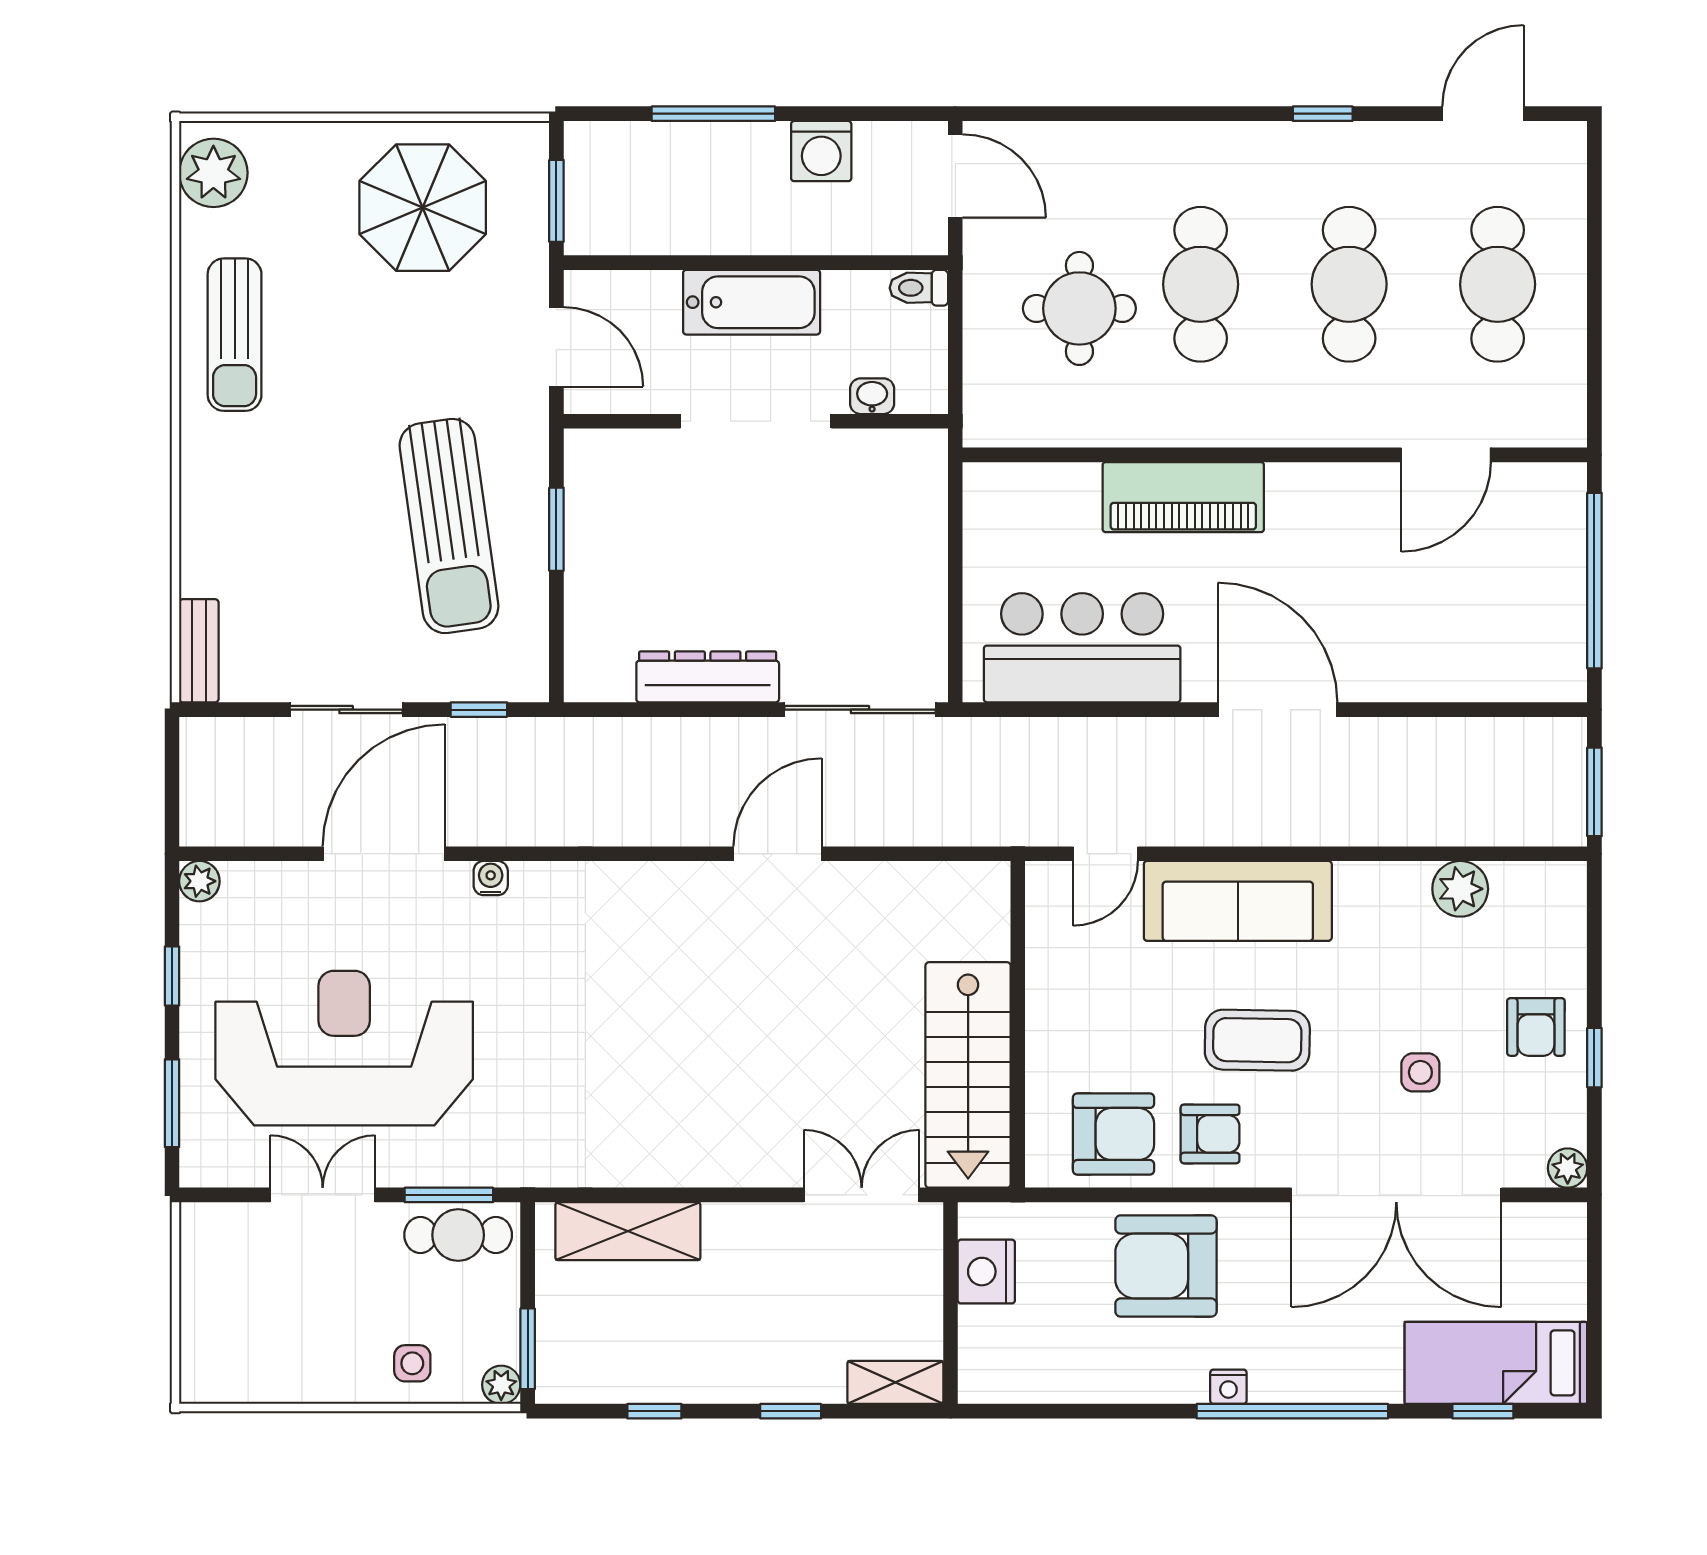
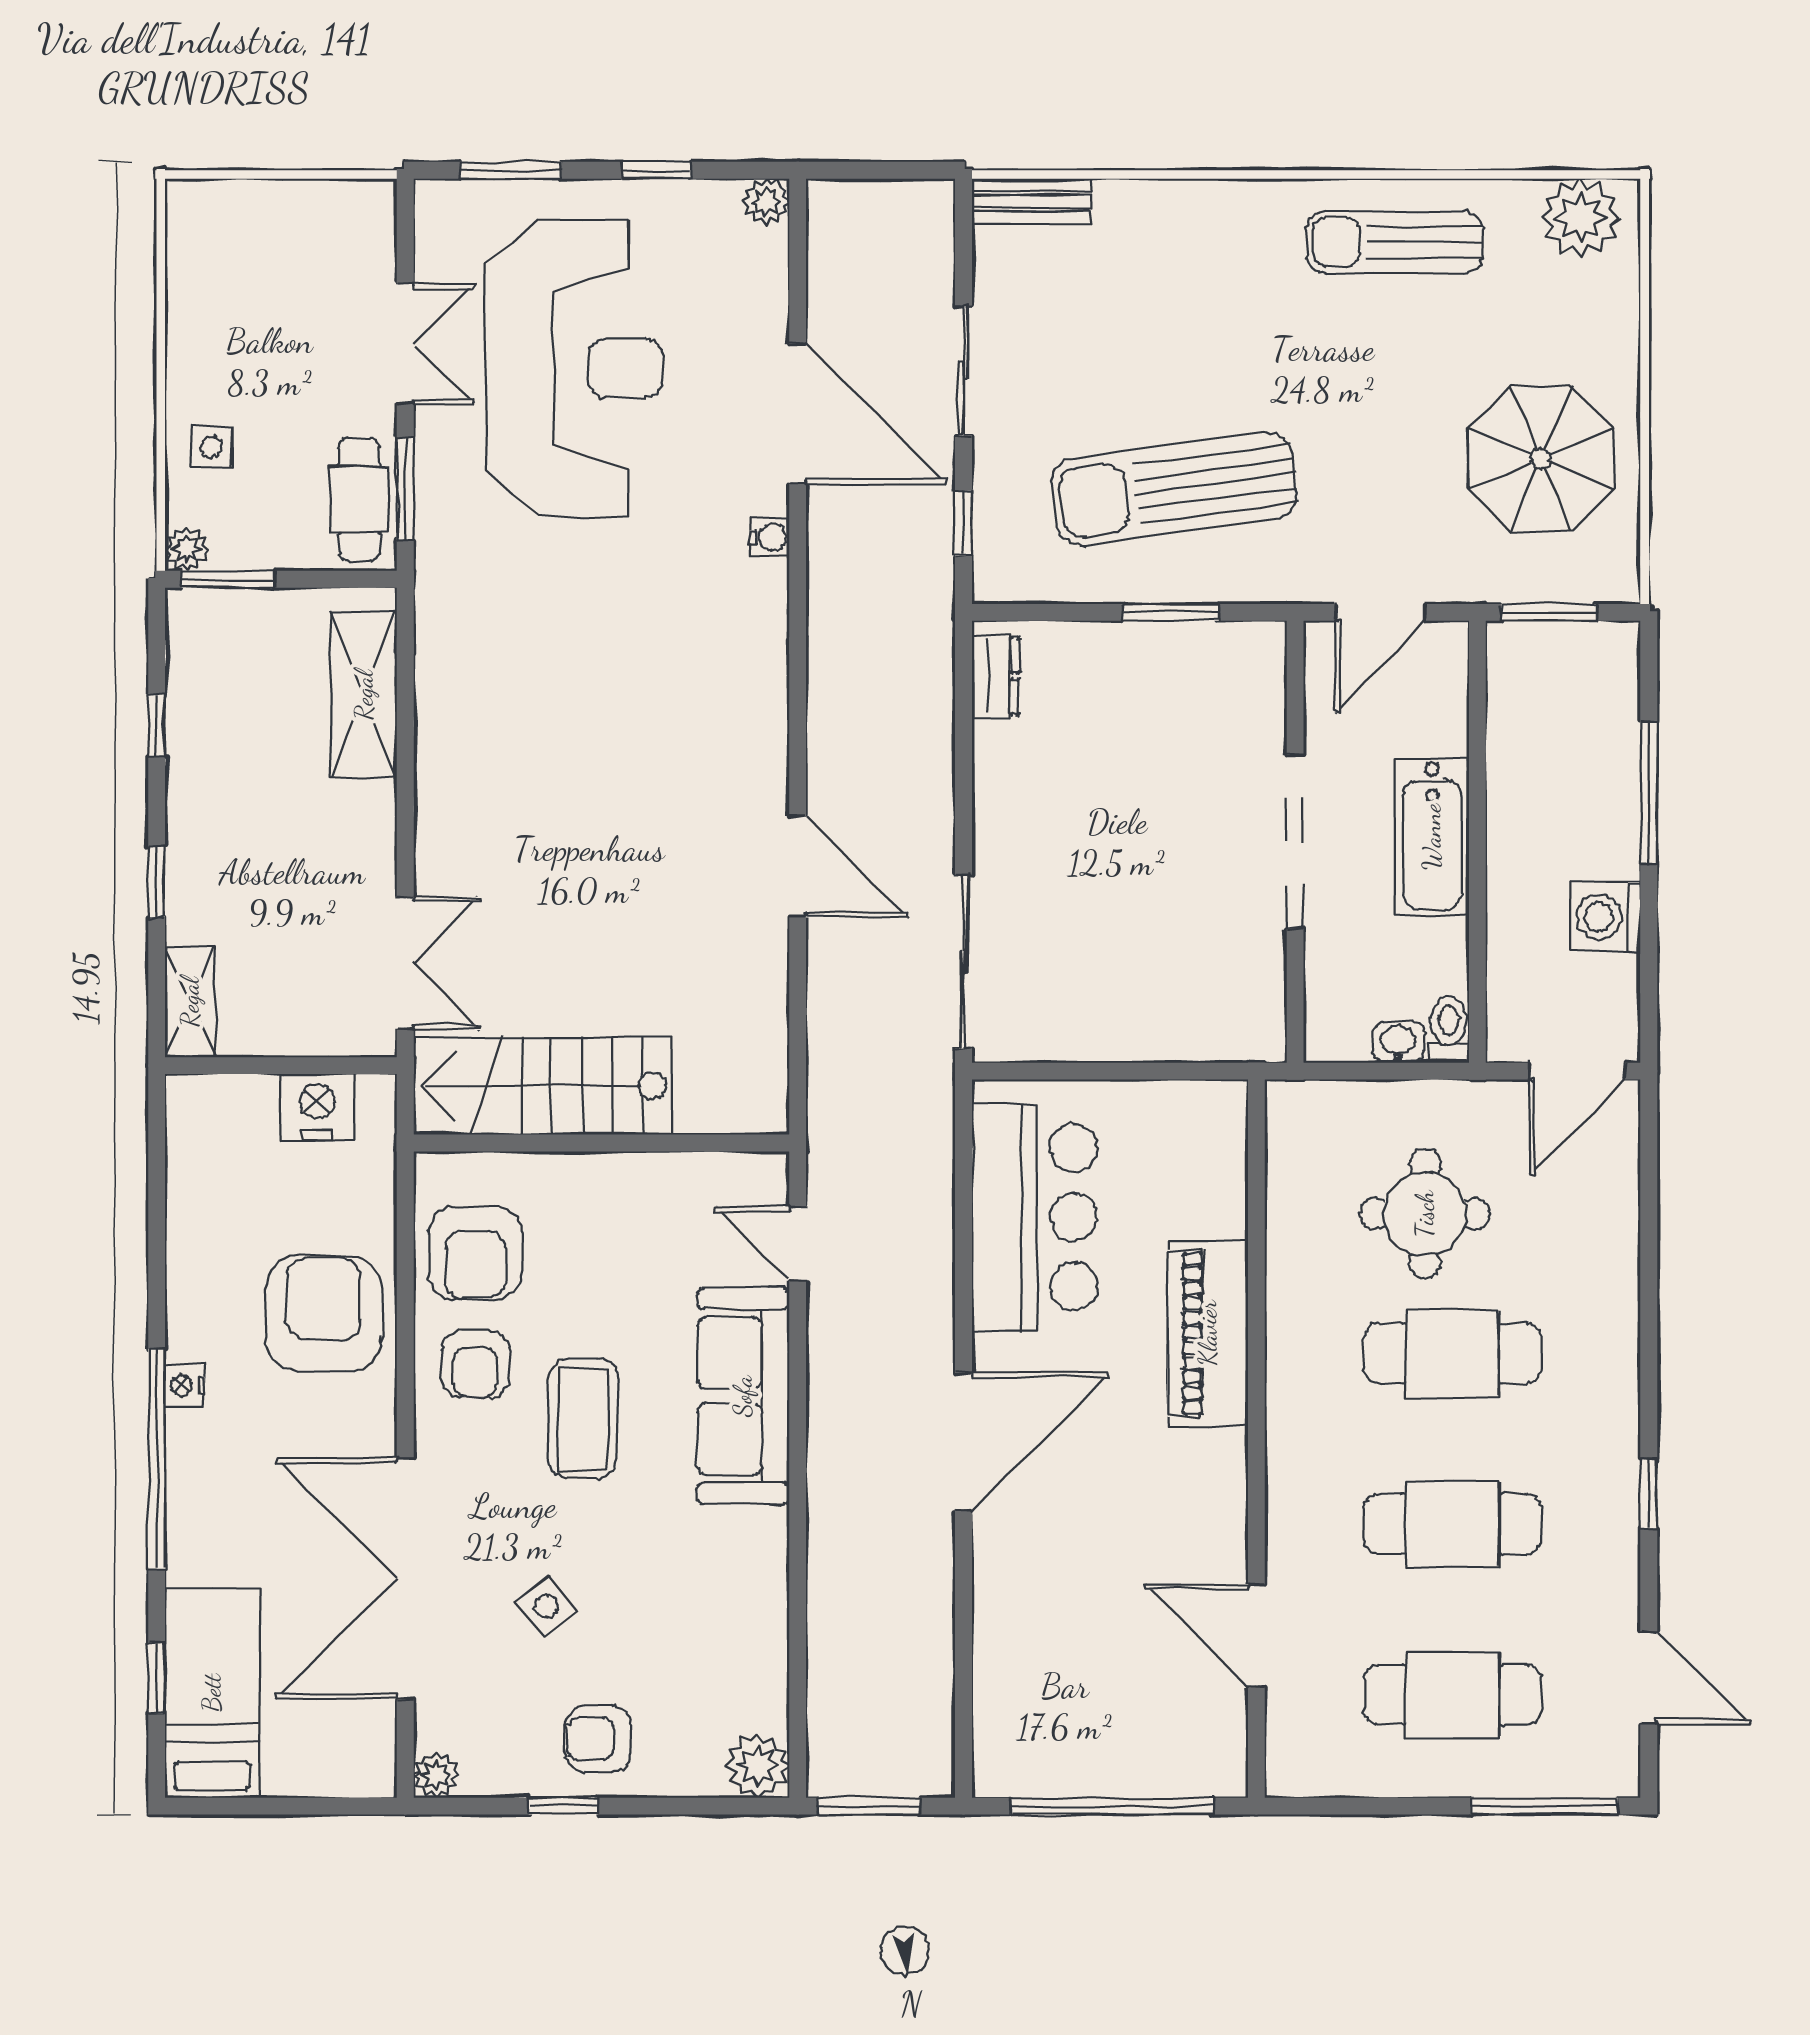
window: (1594, 205) -> (1544, 1806), added
washbasin: (872, 396) -> (1398, 1042), moved, turned -90
dresser: (708, 677) -> (995, 676), moved, width x0.51, depth x0.80
plant: (1460, 889) -> (757, 1766), moved
side table: (1420, 1072) -> (546, 1606), turned -38

